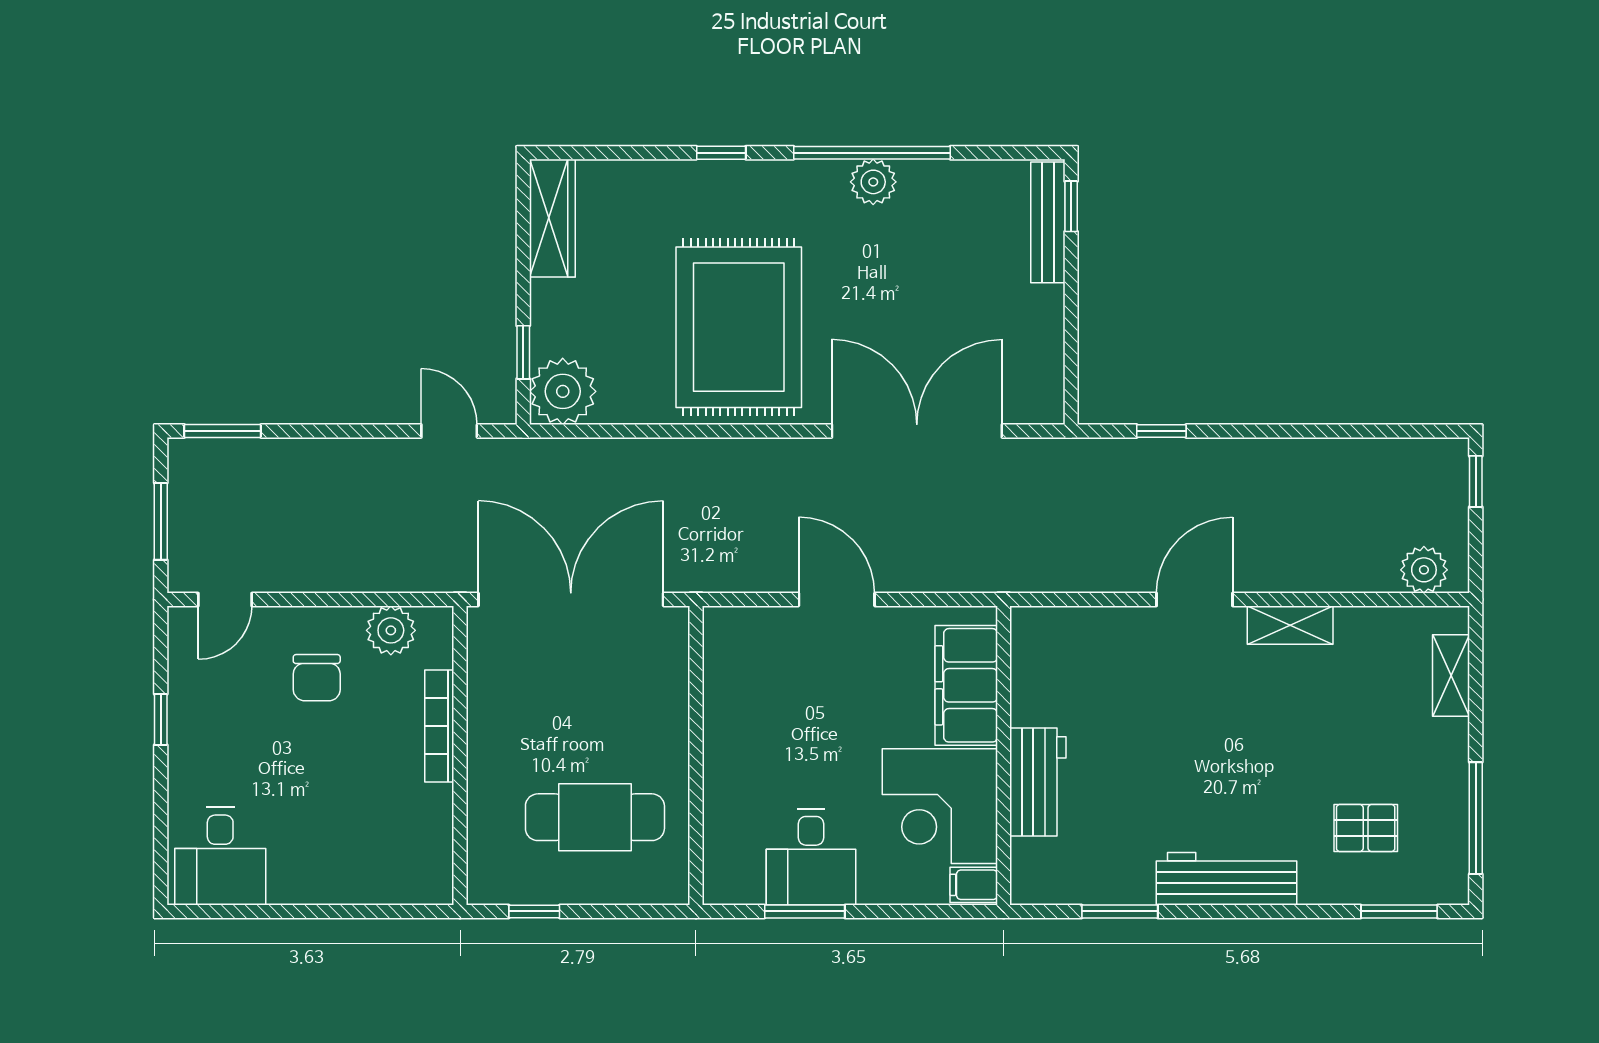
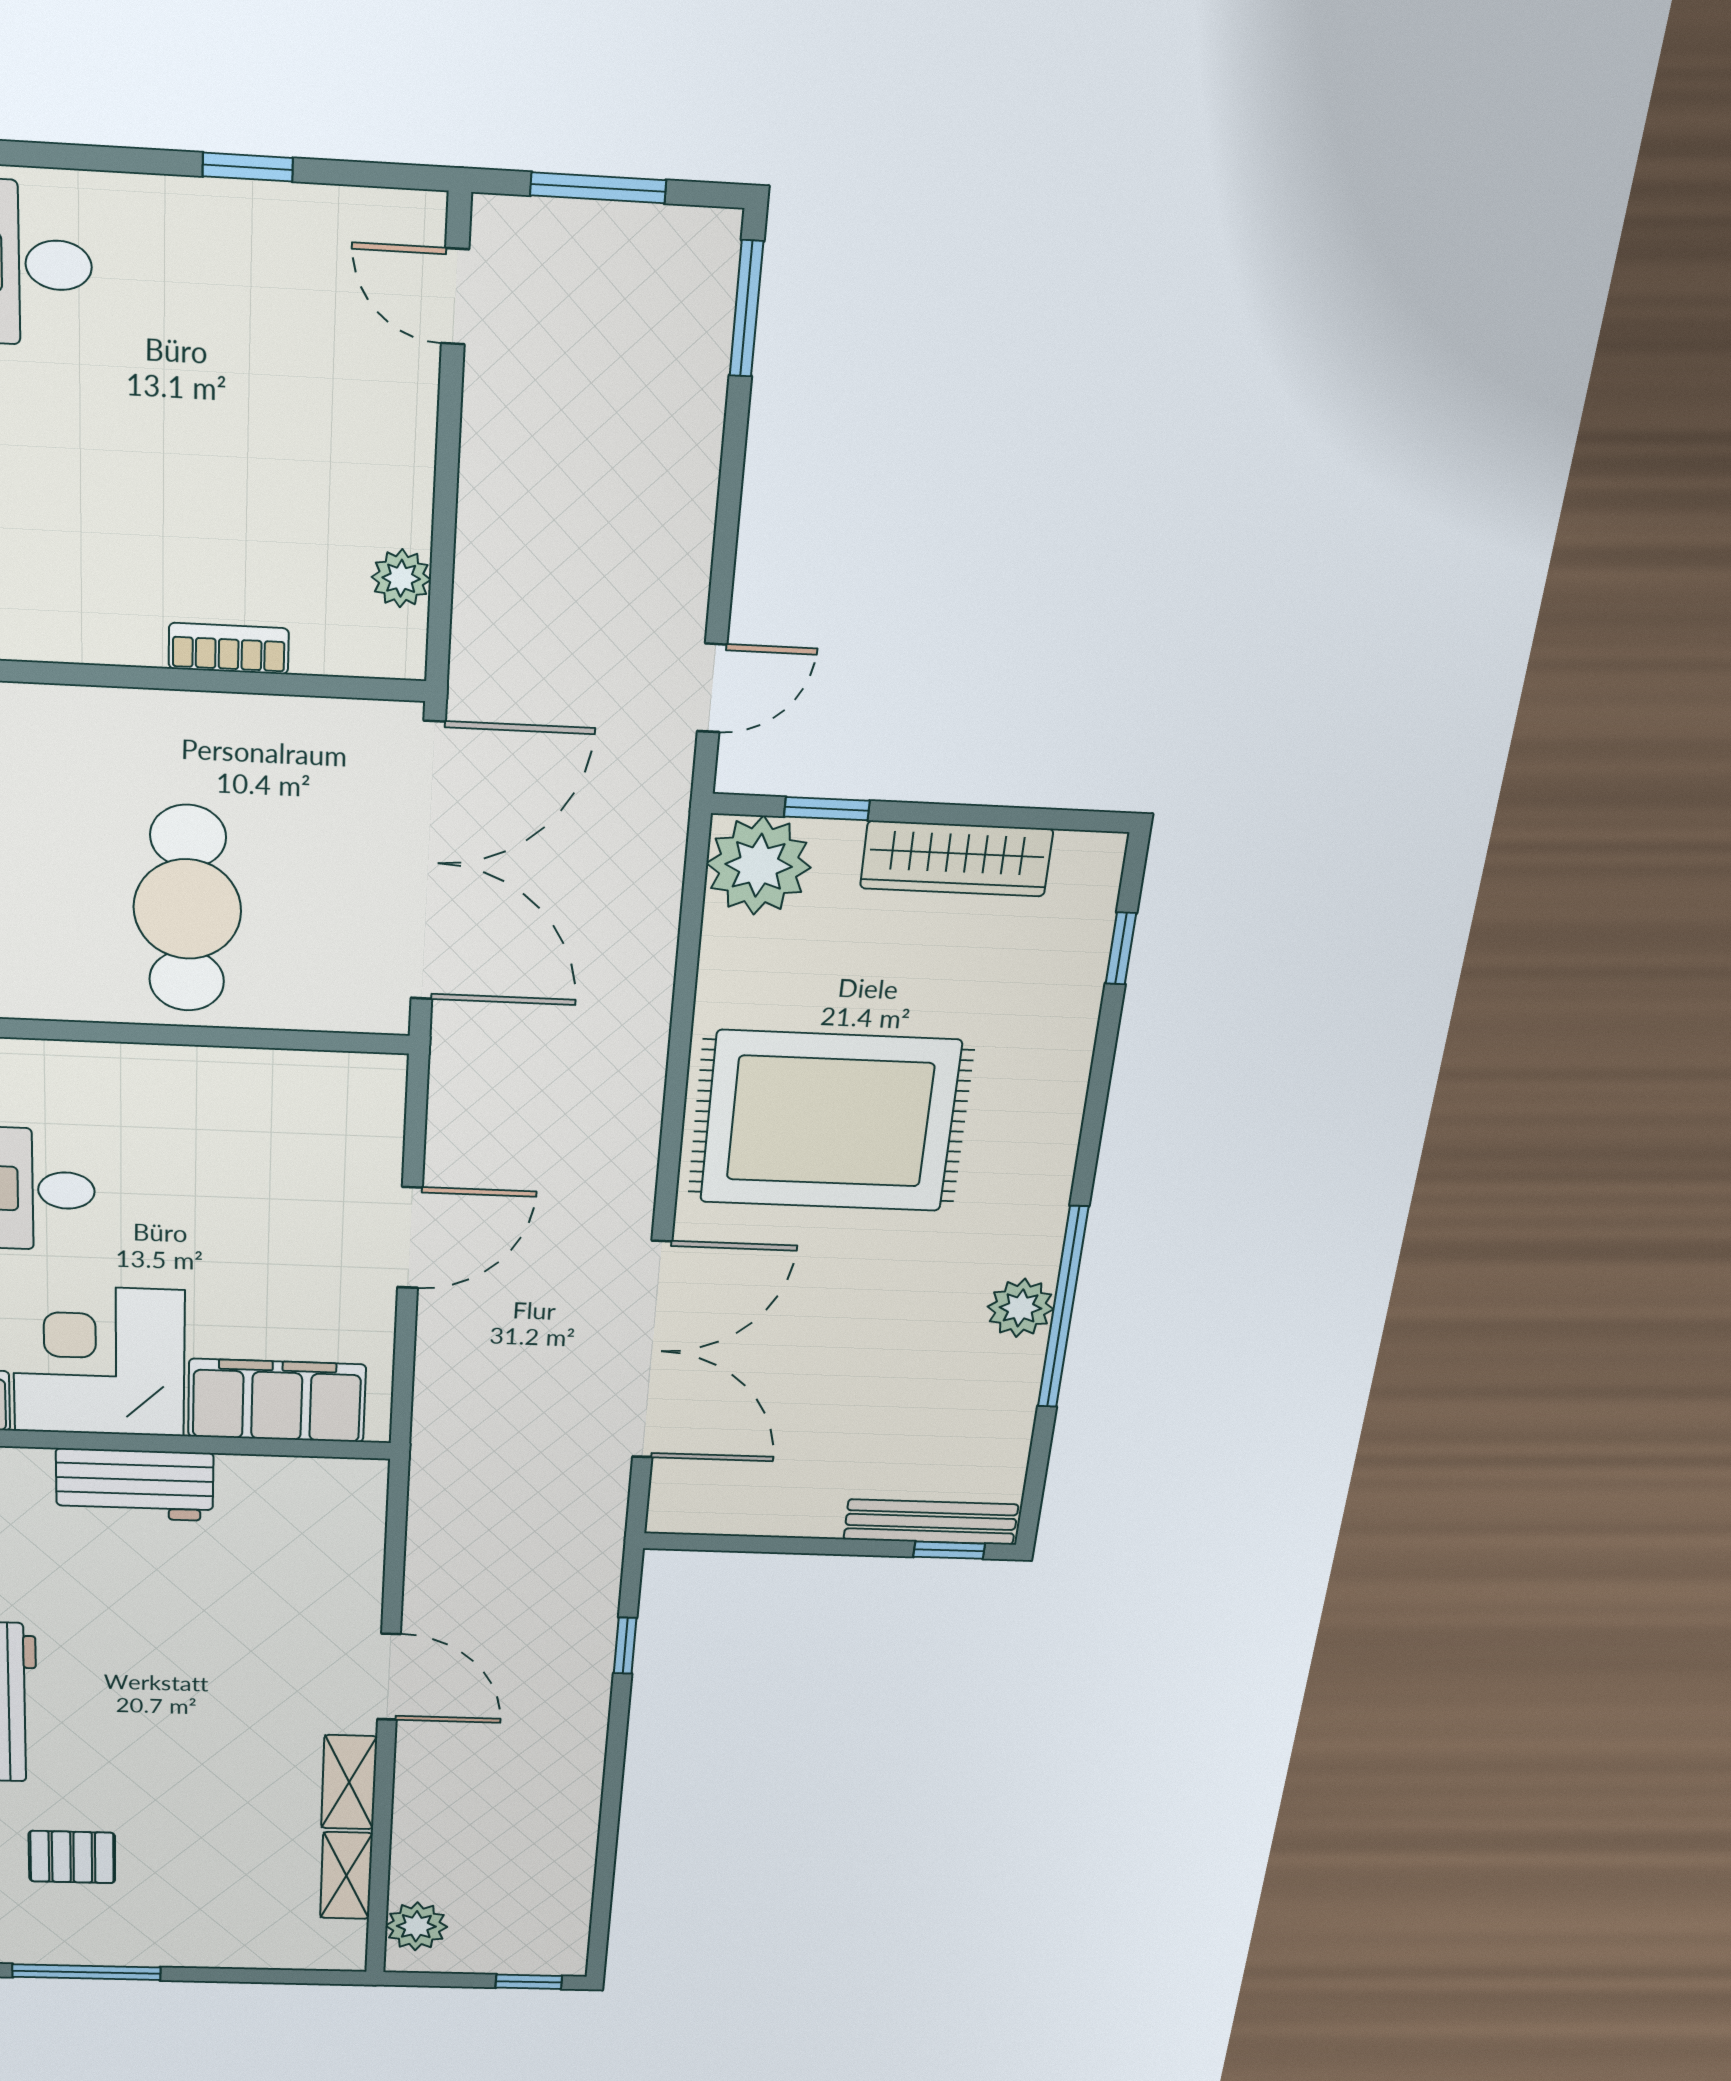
window: (721, 153) -> (1121, 948), moved
wardrobe: (552, 218) -> (957, 859), moved
plant: (391, 630) -> (401, 578), width x0.73, depth x0.73
shelving: (1451, 676) -> (346, 1876), moved, turned 90
chair: (317, 678) -> (314, 449), removed
bookcase: (439, 726) -> (229, 649), width x0.64
cafe table: (595, 817) -> (187, 909), moved
pallet: (1366, 828) -> (72, 1857), turned 90

